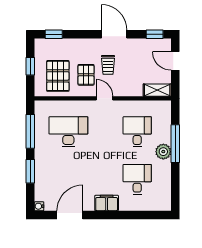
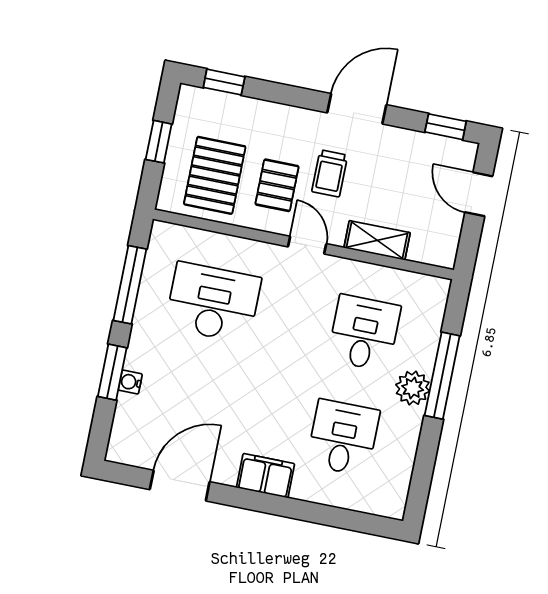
door: (114, 34) -> (357, 109), hinge flipped
shelving: (157, 90) -> (377, 240), moved
water cooler: (39, 206) -> (130, 382), moved

